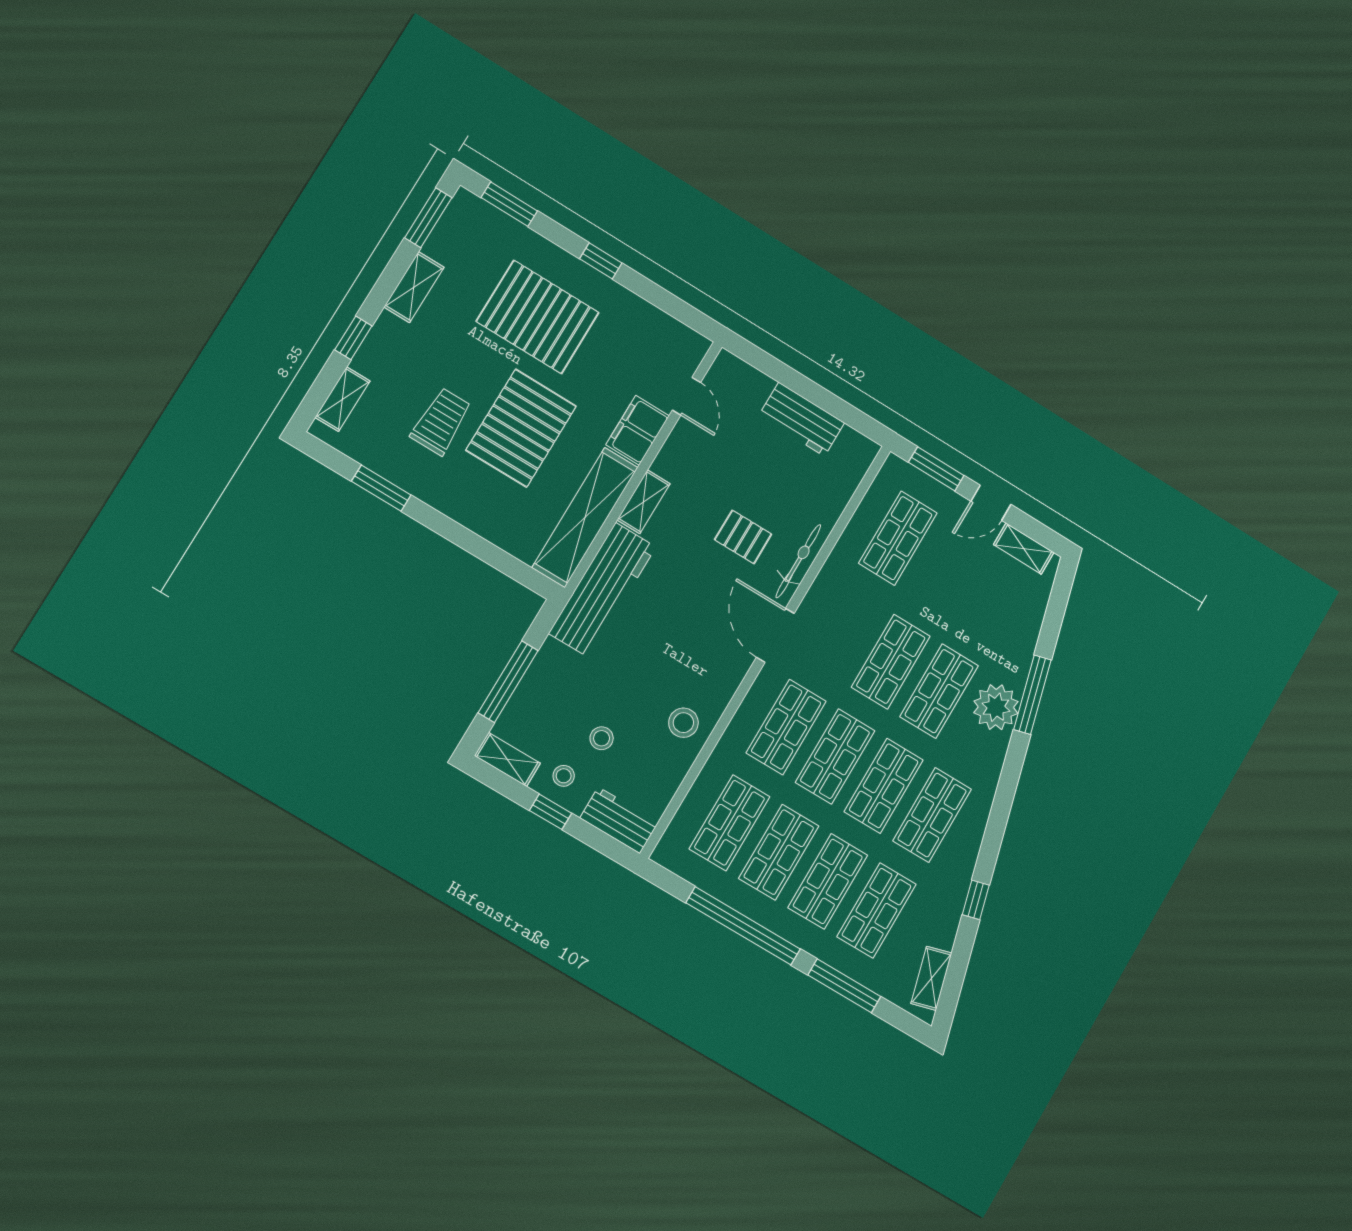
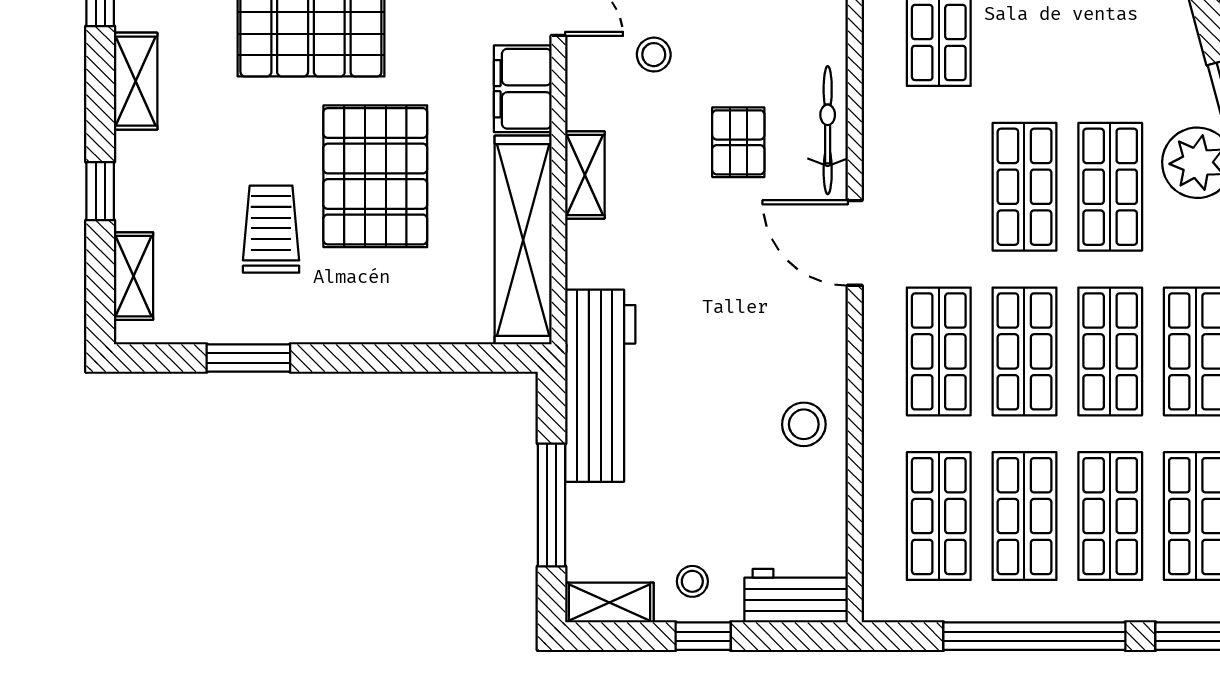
pallet: (743, 537) -> (738, 142), turned 90
workbench: (602, 590) -> (600, 386), moved
stool: (602, 738) -> (654, 55), moved

